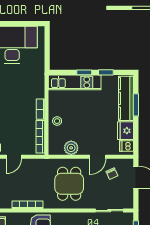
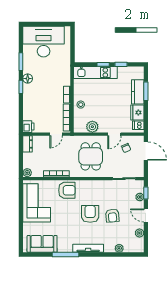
kitchen counter: (126, 98) -> (138, 92), width x0.67
door: (14, 157) -> (56, 134), moved

